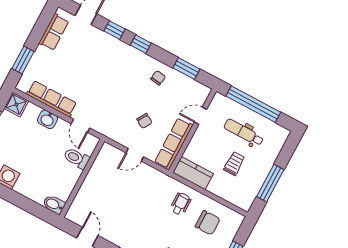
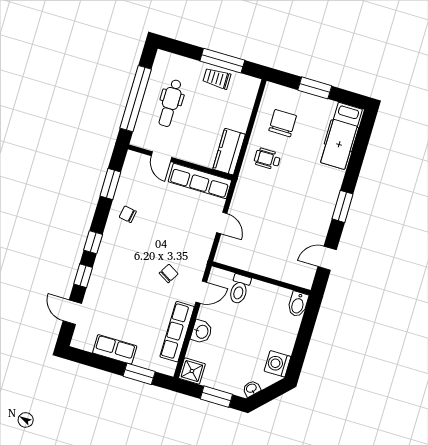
row of seats: (54, 32) -> (115, 349), moved
chair: (144, 121) -> (169, 273), moved
trolley: (234, 164) -> (217, 78), moved

